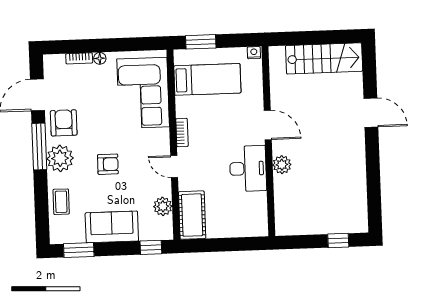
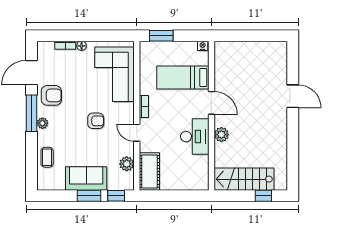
stairs: (324, 58) -> (244, 179), moved, turned 180
bed: (207, 79) -> (183, 77), moved, turned 180
armchair: (64, 123) -> (51, 95), turned 90
plant: (60, 158) -> (42, 123), width x0.53, depth x0.53
armchair: (108, 164) -> (96, 121), moved
window: (79, 250) -> (89, 196), moved

